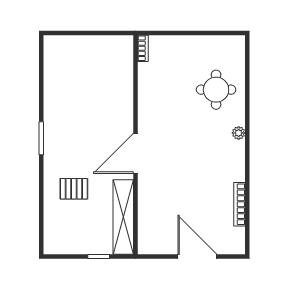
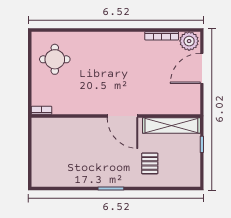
round table: (216, 90) -> (55, 59), moved
plant: (239, 133) -> (189, 41), moved, width x1.88, depth x1.88

